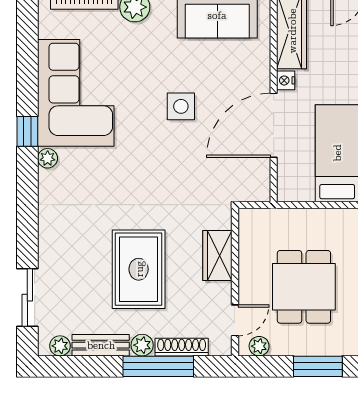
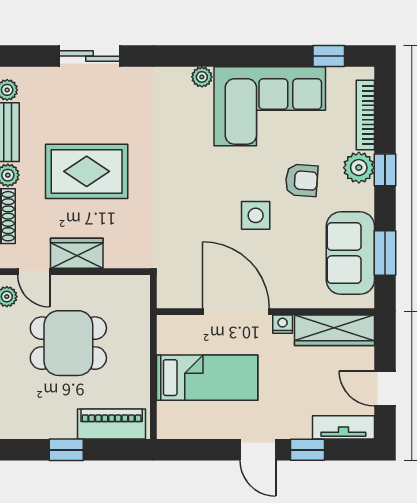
armchair: (147, 62) -> (302, 180), added
window: (27, 131) -> (329, 56), moved
wardrobe: (217, 255) -> (77, 253), moved
sliding door: (27, 298) -> (89, 56), moved

